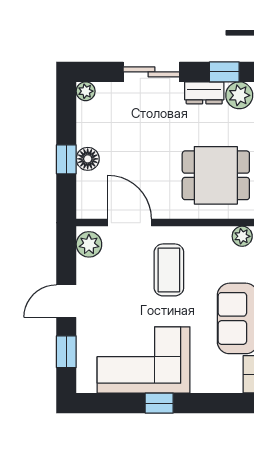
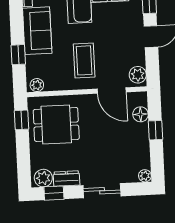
floor lamp: (88, 159) -> (141, 114), moved

